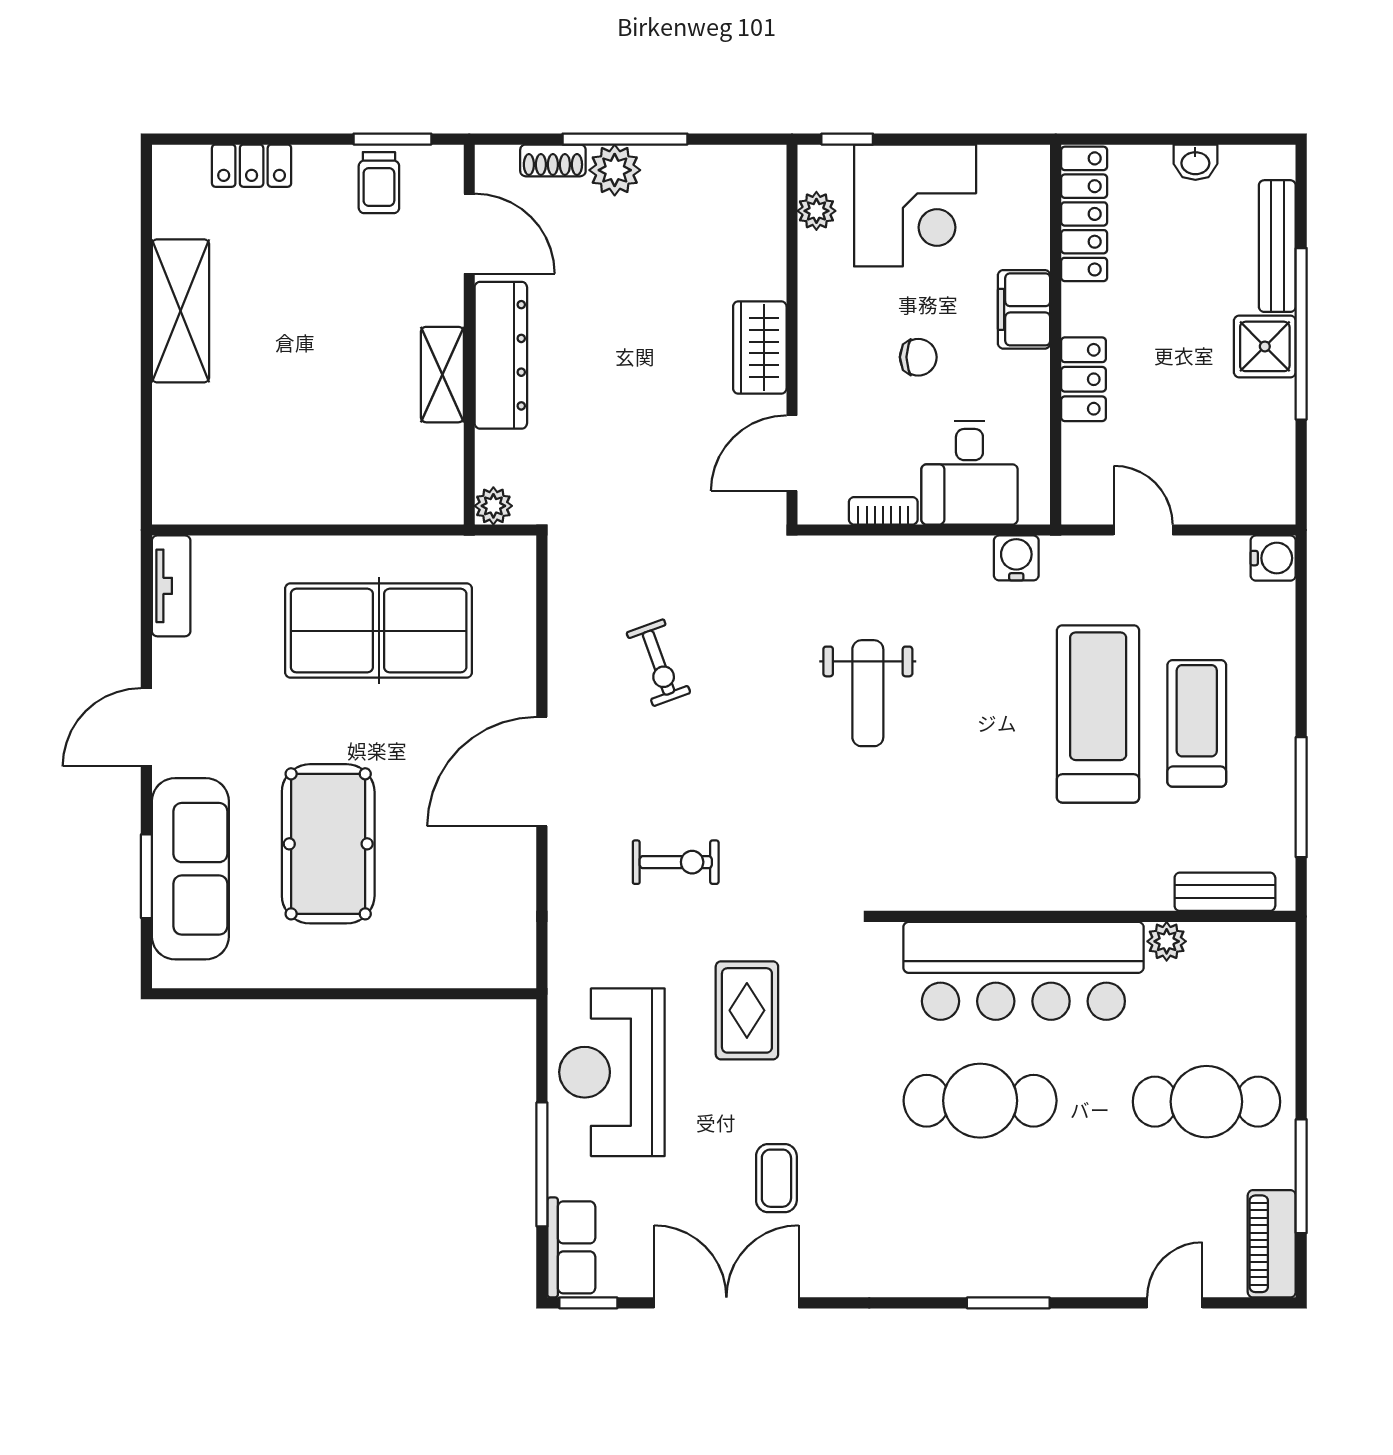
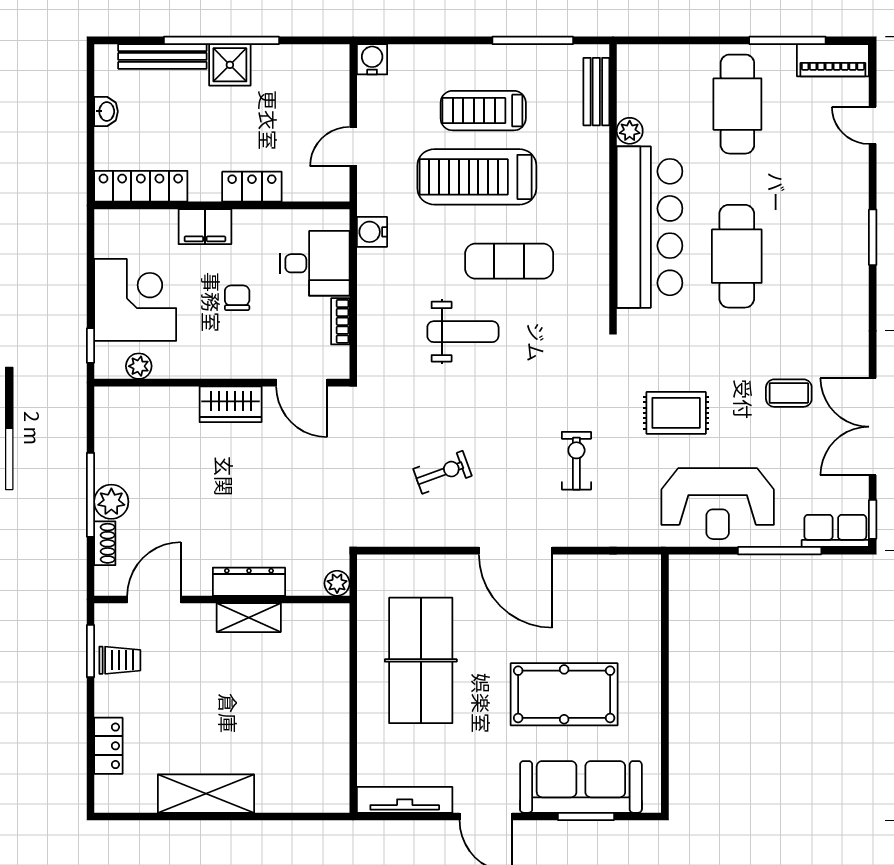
dresser: (501, 355) -> (249, 582), width x0.73, depth x0.80
tv unit: (171, 586) -> (405, 800), width x1.41
exercise mat: (973, 762) -> (509, 261), added

